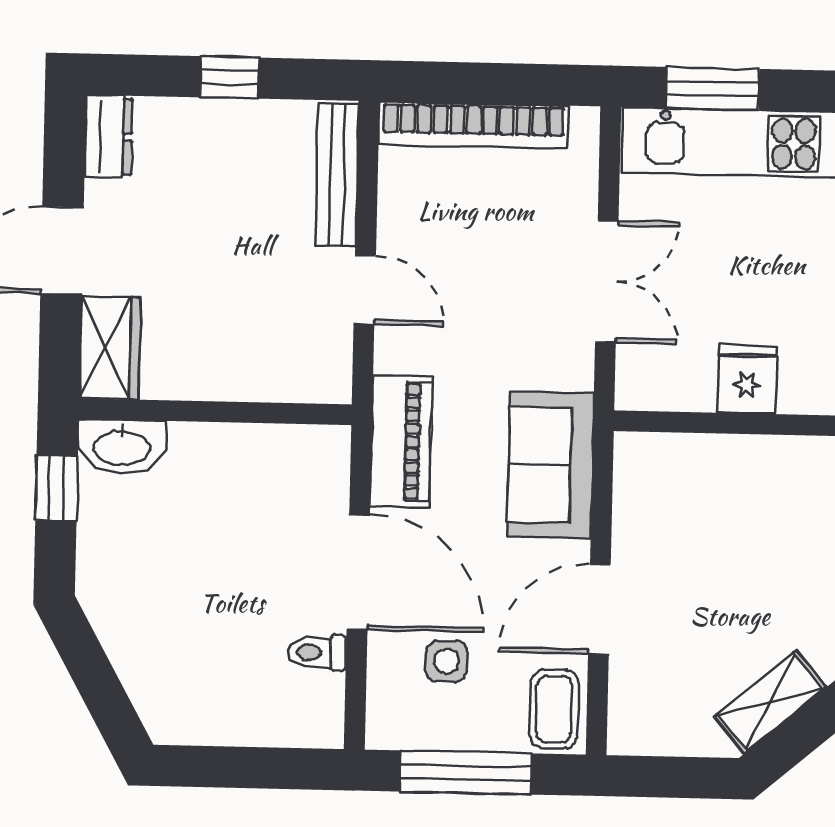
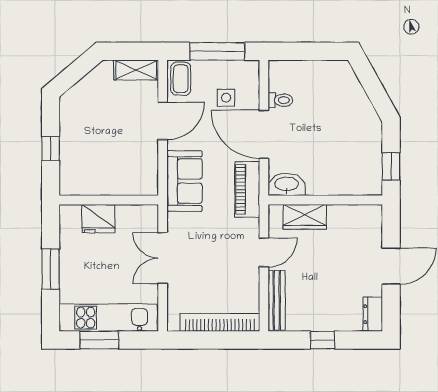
window: (712, 88) -> (99, 340), moved
door: (365, 290) -> (264, 252), swing flipped
wardrobe: (110, 348) -> (305, 217), moved, turned -90
fridge: (747, 379) -> (98, 219), width x1.38
washbasin: (122, 447) -> (287, 184), moved
shelving: (770, 702) -> (136, 70), moved, turned 40

